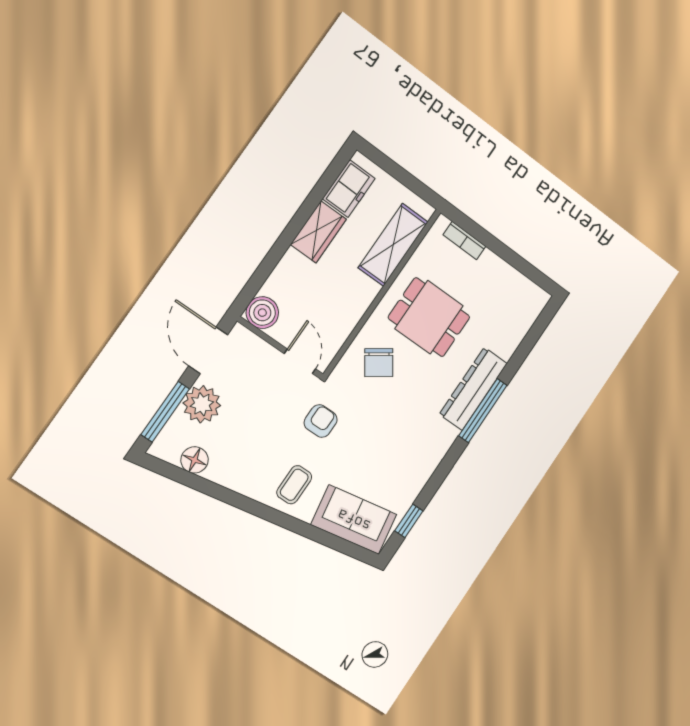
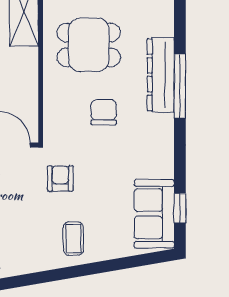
chair: (379, 363) -> (104, 112), moved, turned -145
sofa: (354, 520) -> (154, 214), moved, turned -80

